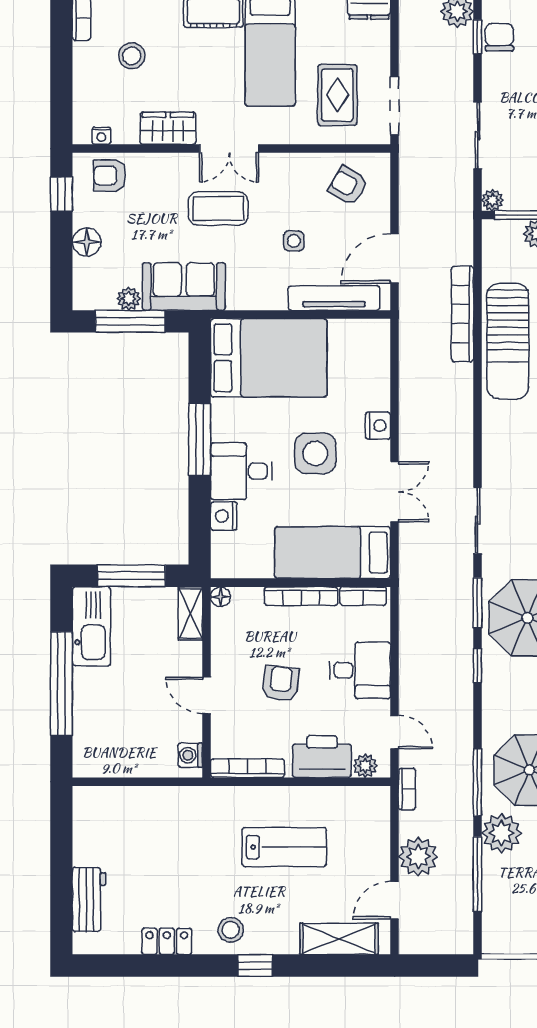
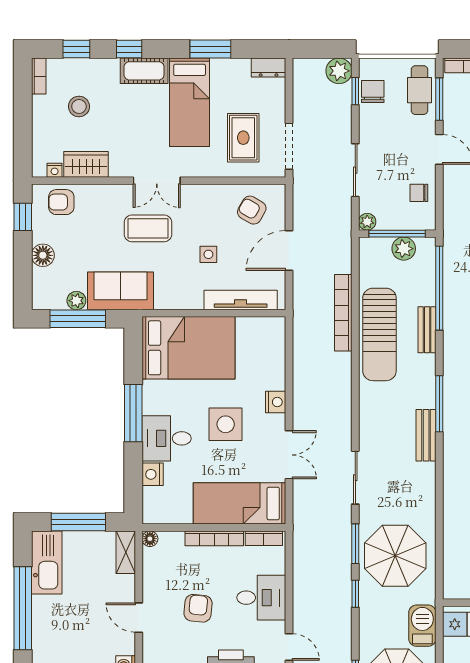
wardrobe: (168, 128) -> (86, 164), moved
door: (395, 258) -> (289, 251), moved

